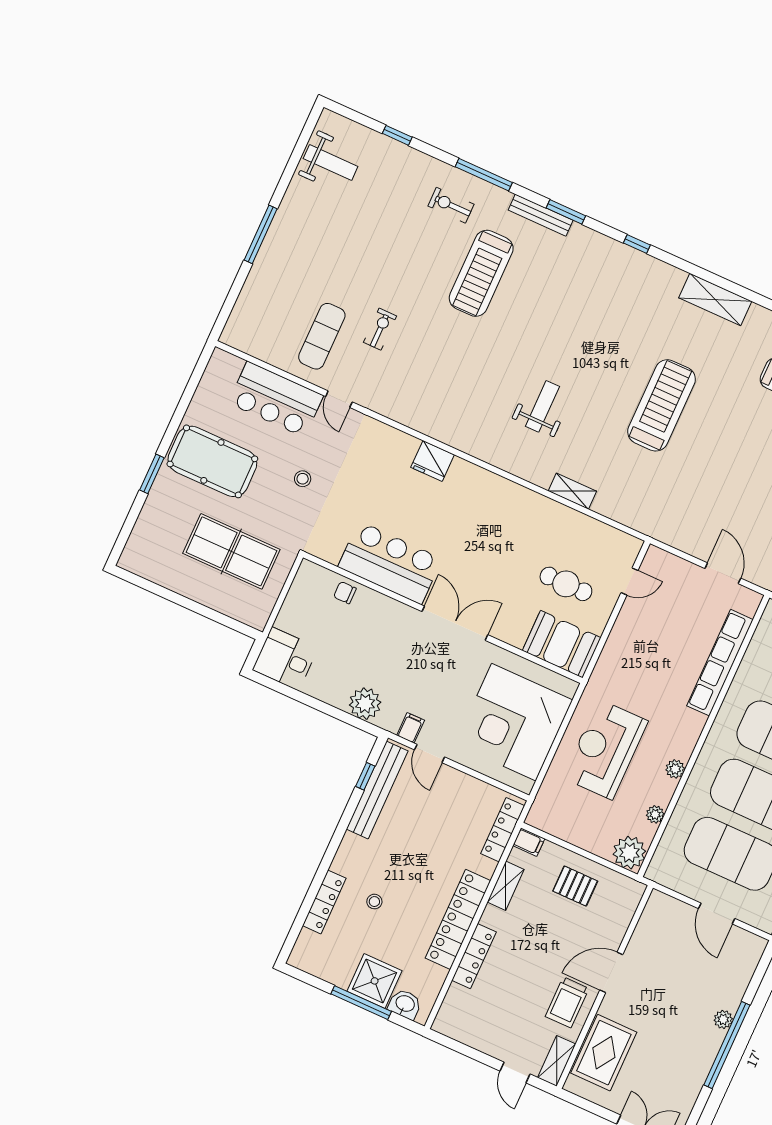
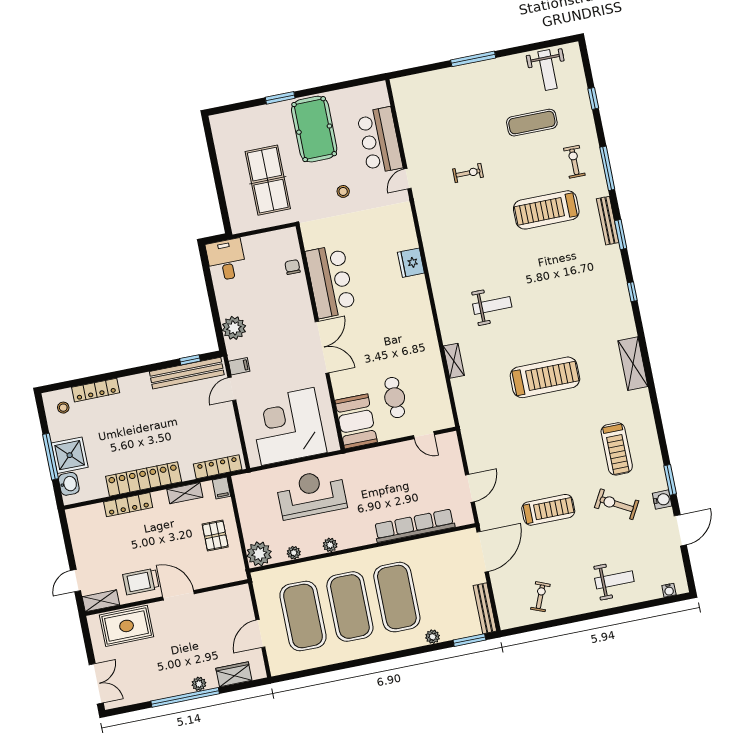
exercise mat: (322, 336) -> (532, 123), moved
stool: (374, 902) -> (63, 408), moved
wardrobe: (740, 974) -> (234, 674), added

